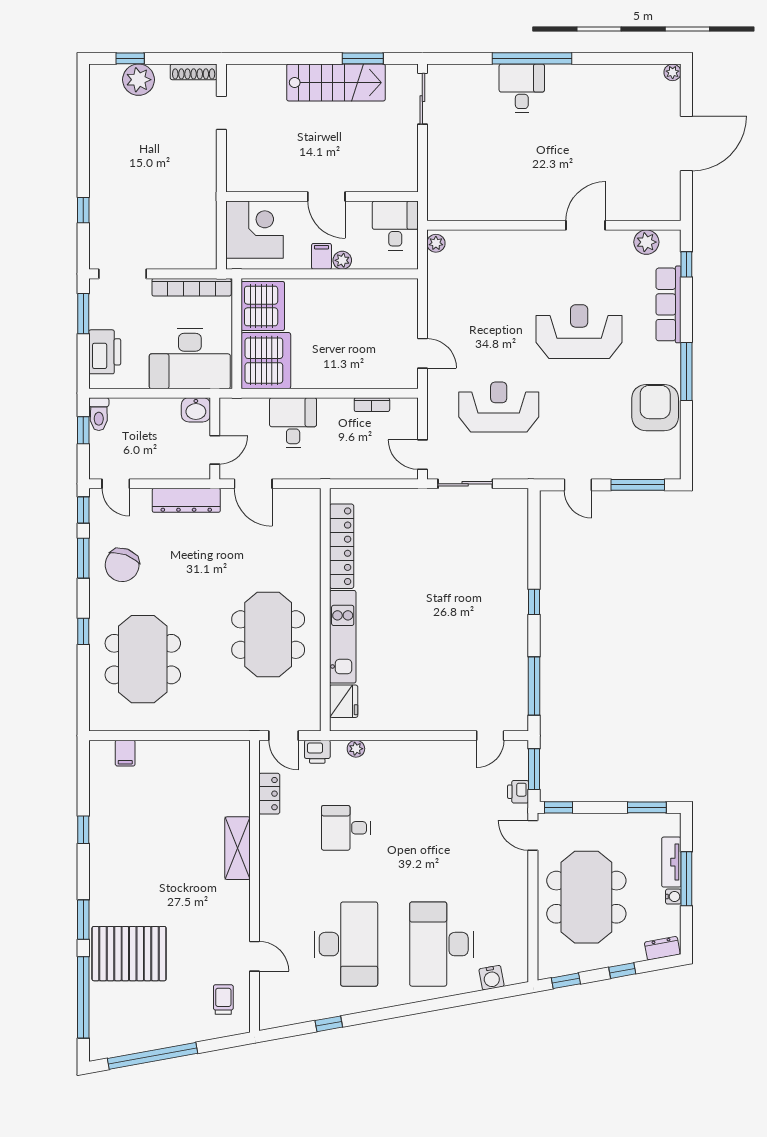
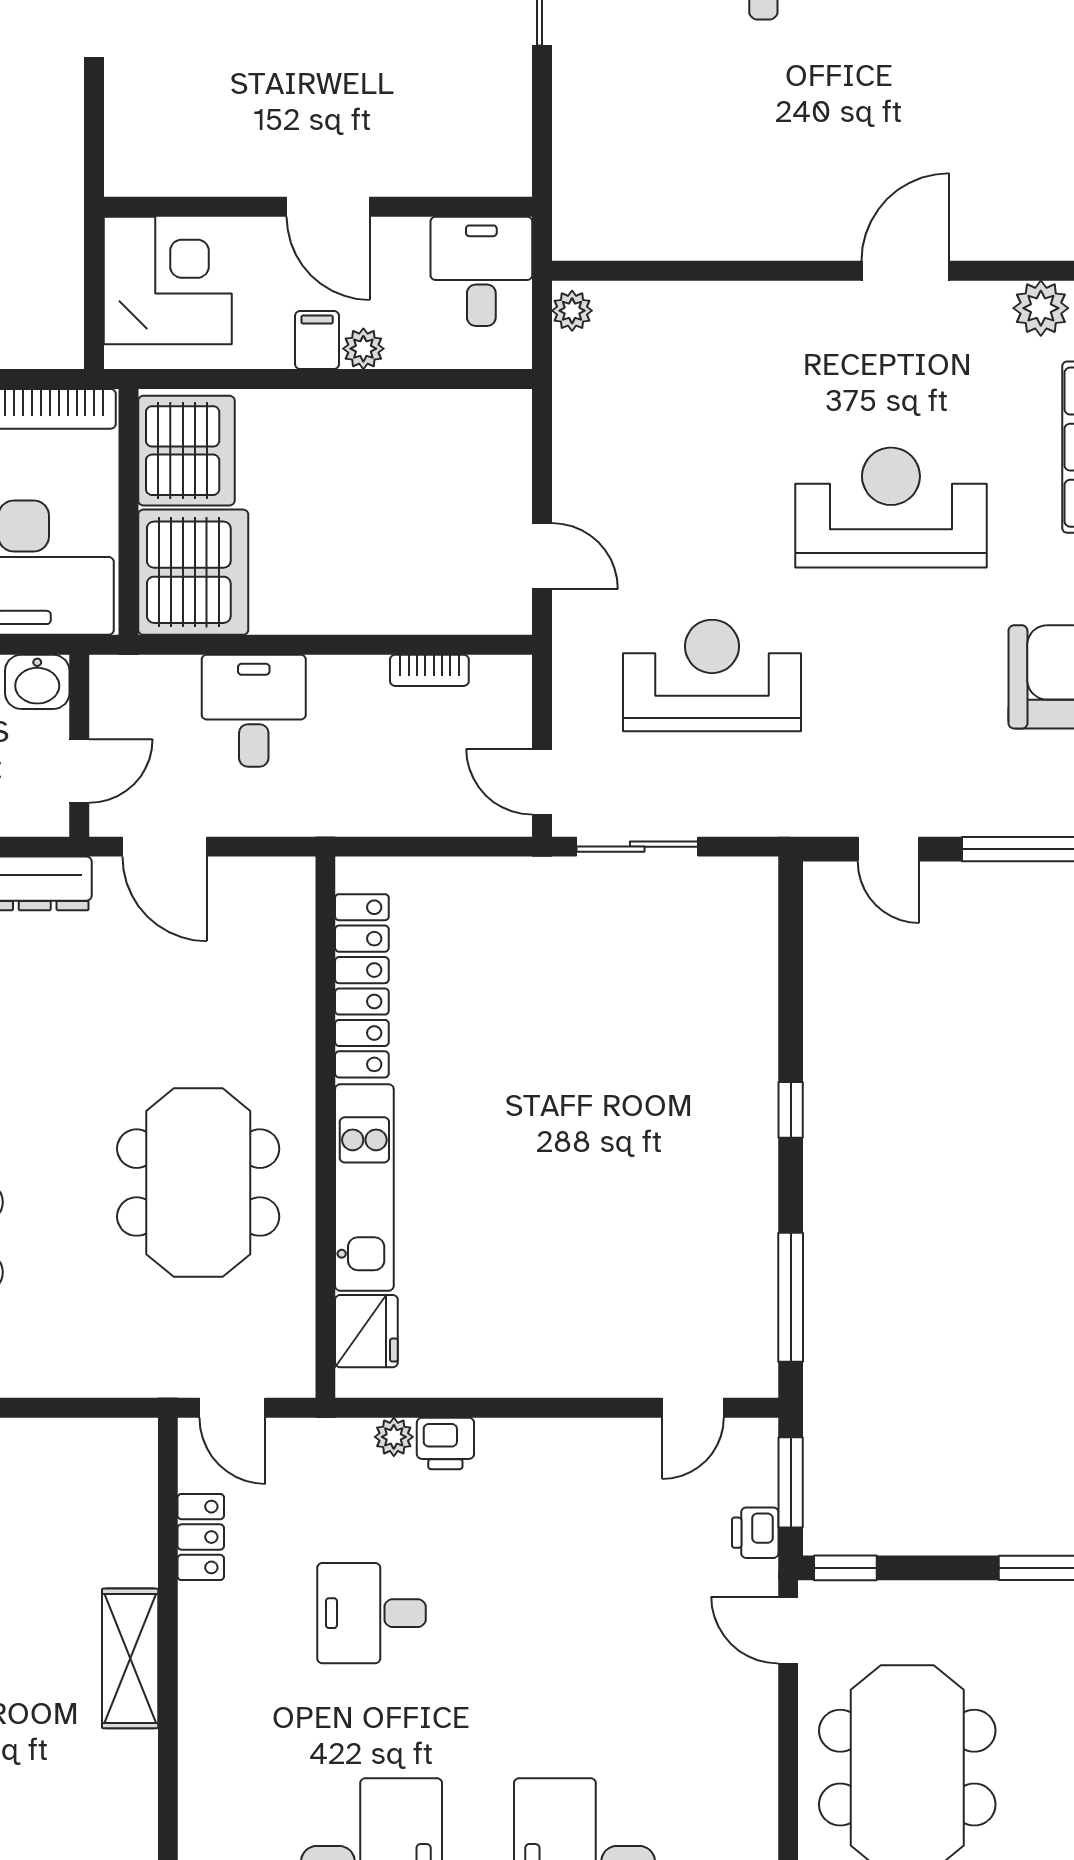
printer: (317, 752) -> (445, 1444), moved

